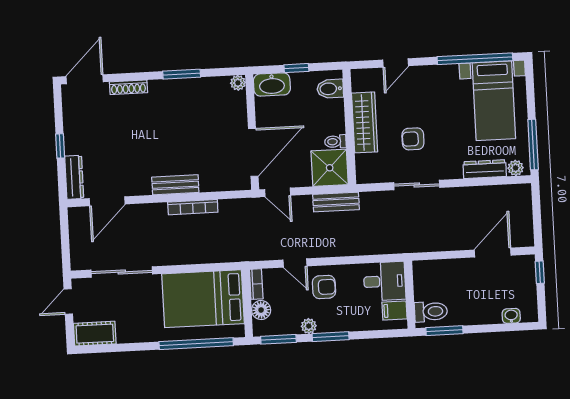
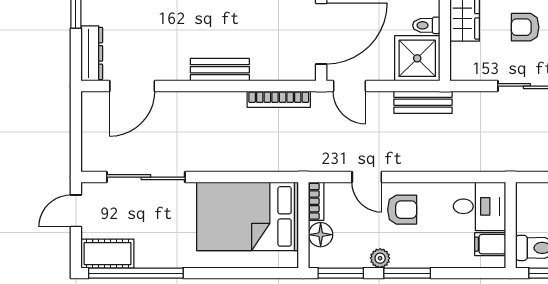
bookcase: (193, 207) -> (279, 99), moved
window: (196, 344) -> (136, 273), moved

